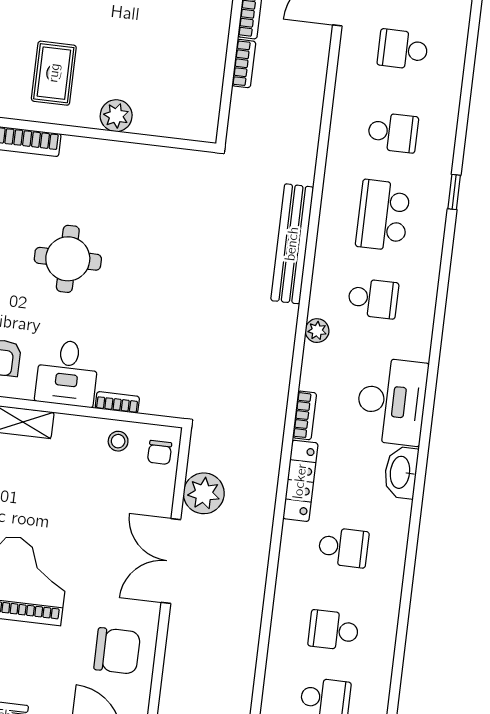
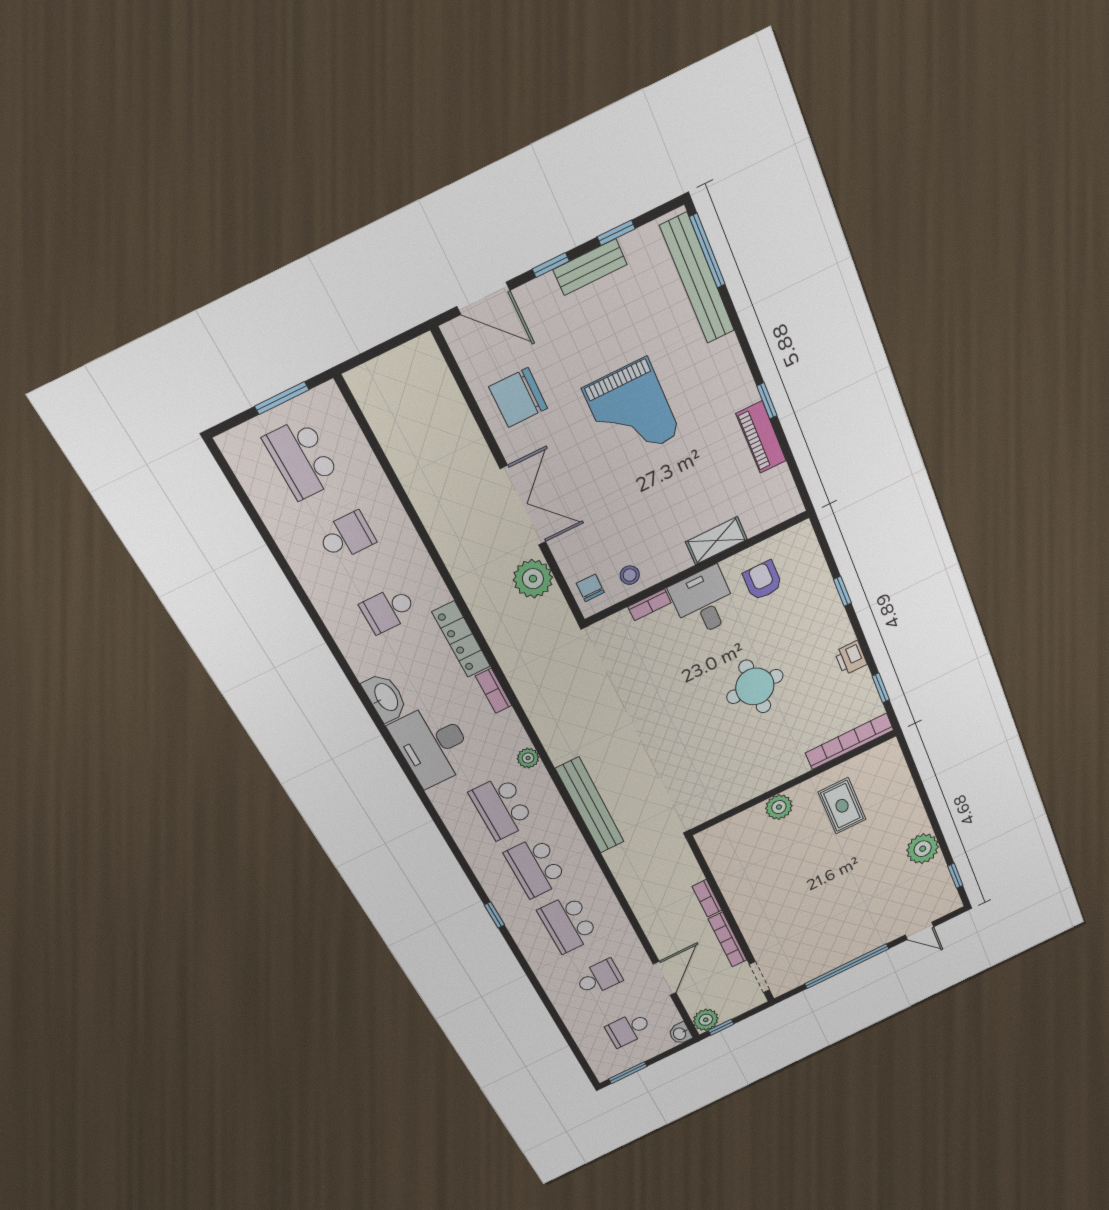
school desk: (393, 132) -> (568, 924), width x1.85
school desk: (383, 215) -> (536, 867), turned 180
school desk: (373, 298) -> (502, 808), width x1.85

